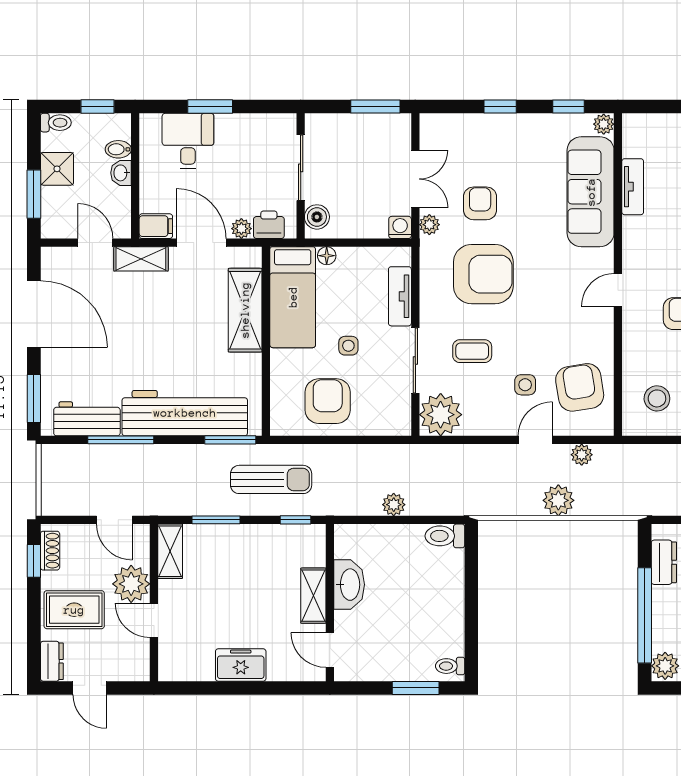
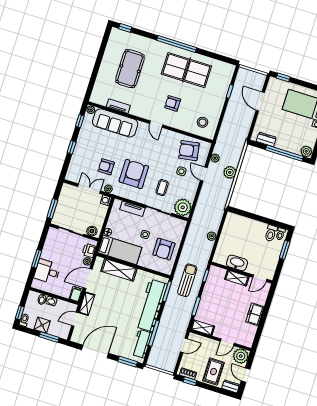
window: (97, 107) -> (20, 313), moved
window: (375, 107) -> (52, 209), moved
armchair: (328, 401) -> (164, 249), turned -90
toilet: (445, 536) -> (271, 233), moved
plant: (131, 584) -> (241, 356), moved
door: (90, 688) -> (245, 375), swing flipped

